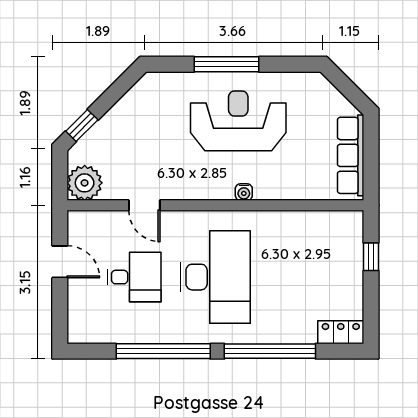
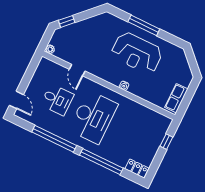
reception desk: (238, 121) -> (137, 53), turned 180
row of seats: (351, 155) -> (176, 98), width x0.68
plant: (85, 183) -> (50, 49), width x0.53, depth x0.53
door: (60, 262) -> (16, 100), moved

